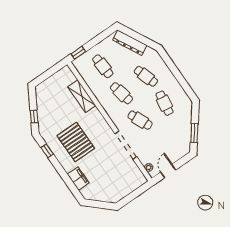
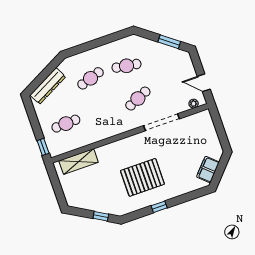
cafe table: (121, 93) -> (102, 111), removed
shelving: (82, 96) -> (79, 162), moved
window: (47, 151) -> (159, 207), moved
filing cabinet: (78, 179) -> (208, 169), moved, turned -48

